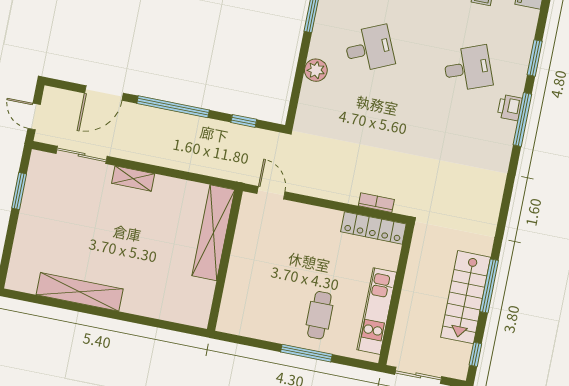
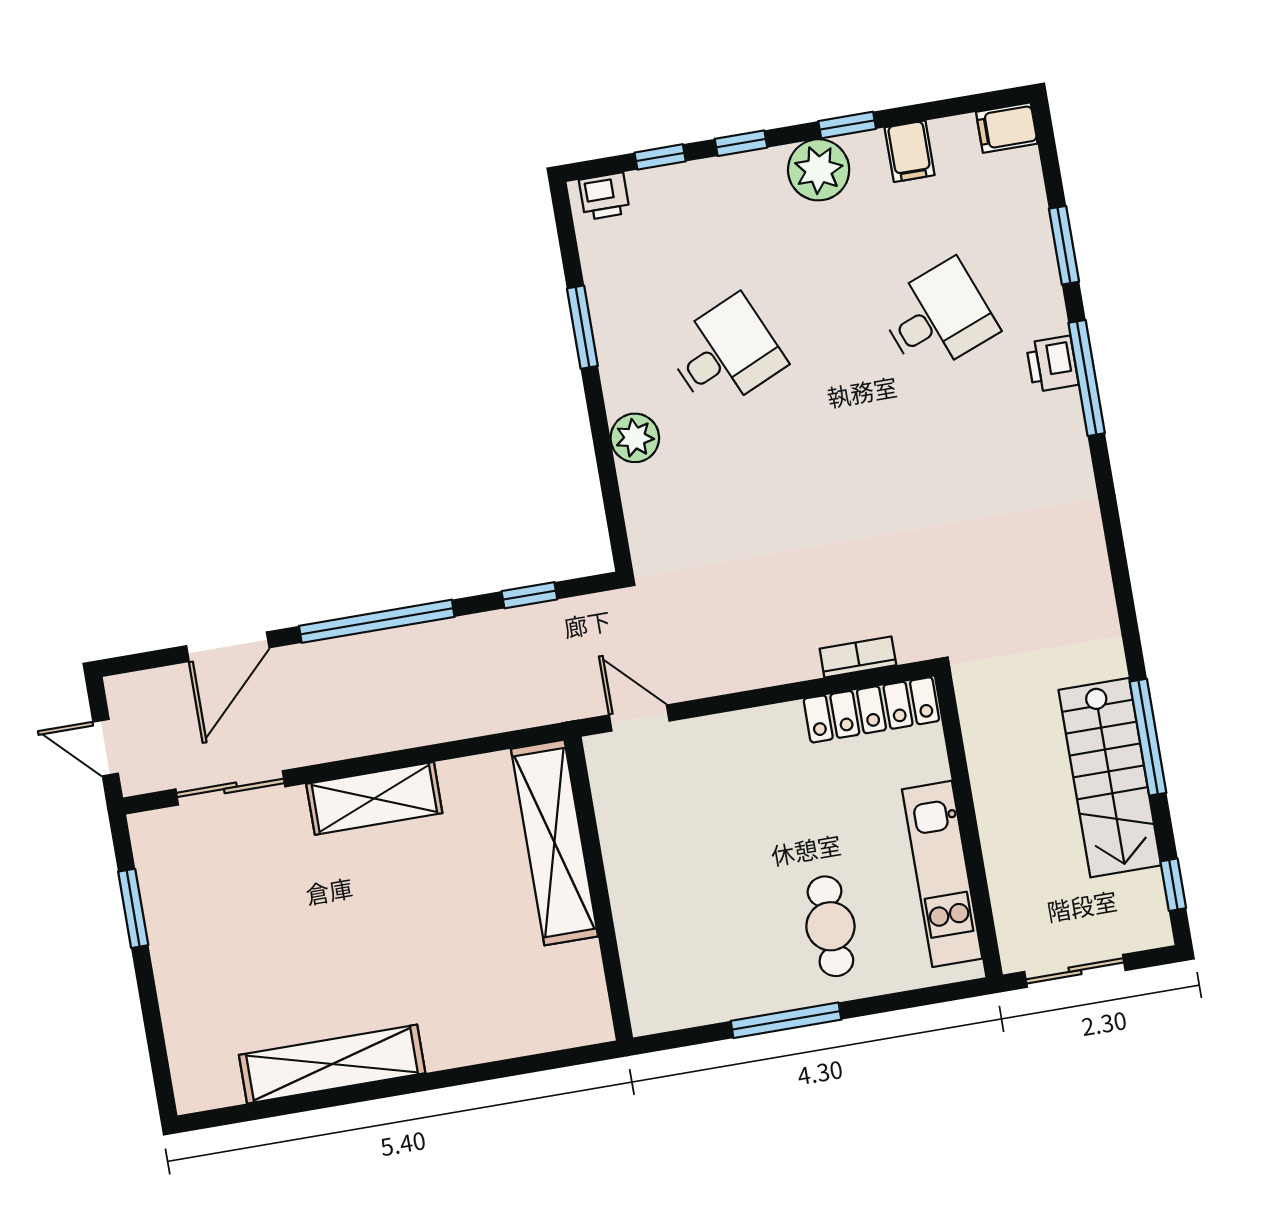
shelving: (133, 179) -> (374, 798), width x1.50, depth x1.33
window: (306, 353) -> (786, 1020), moved

